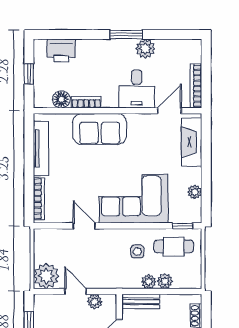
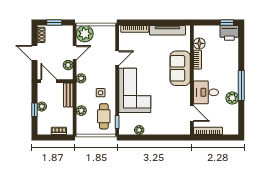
window: (126, 35) -> (241, 86), width x1.44
printer: (61, 51) -> (229, 33), moved, turned -90
window: (29, 74) -> (227, 22), moved
fireplace: (192, 142) -> (172, 128), removed
plant: (149, 282) -> (81, 78), moved

